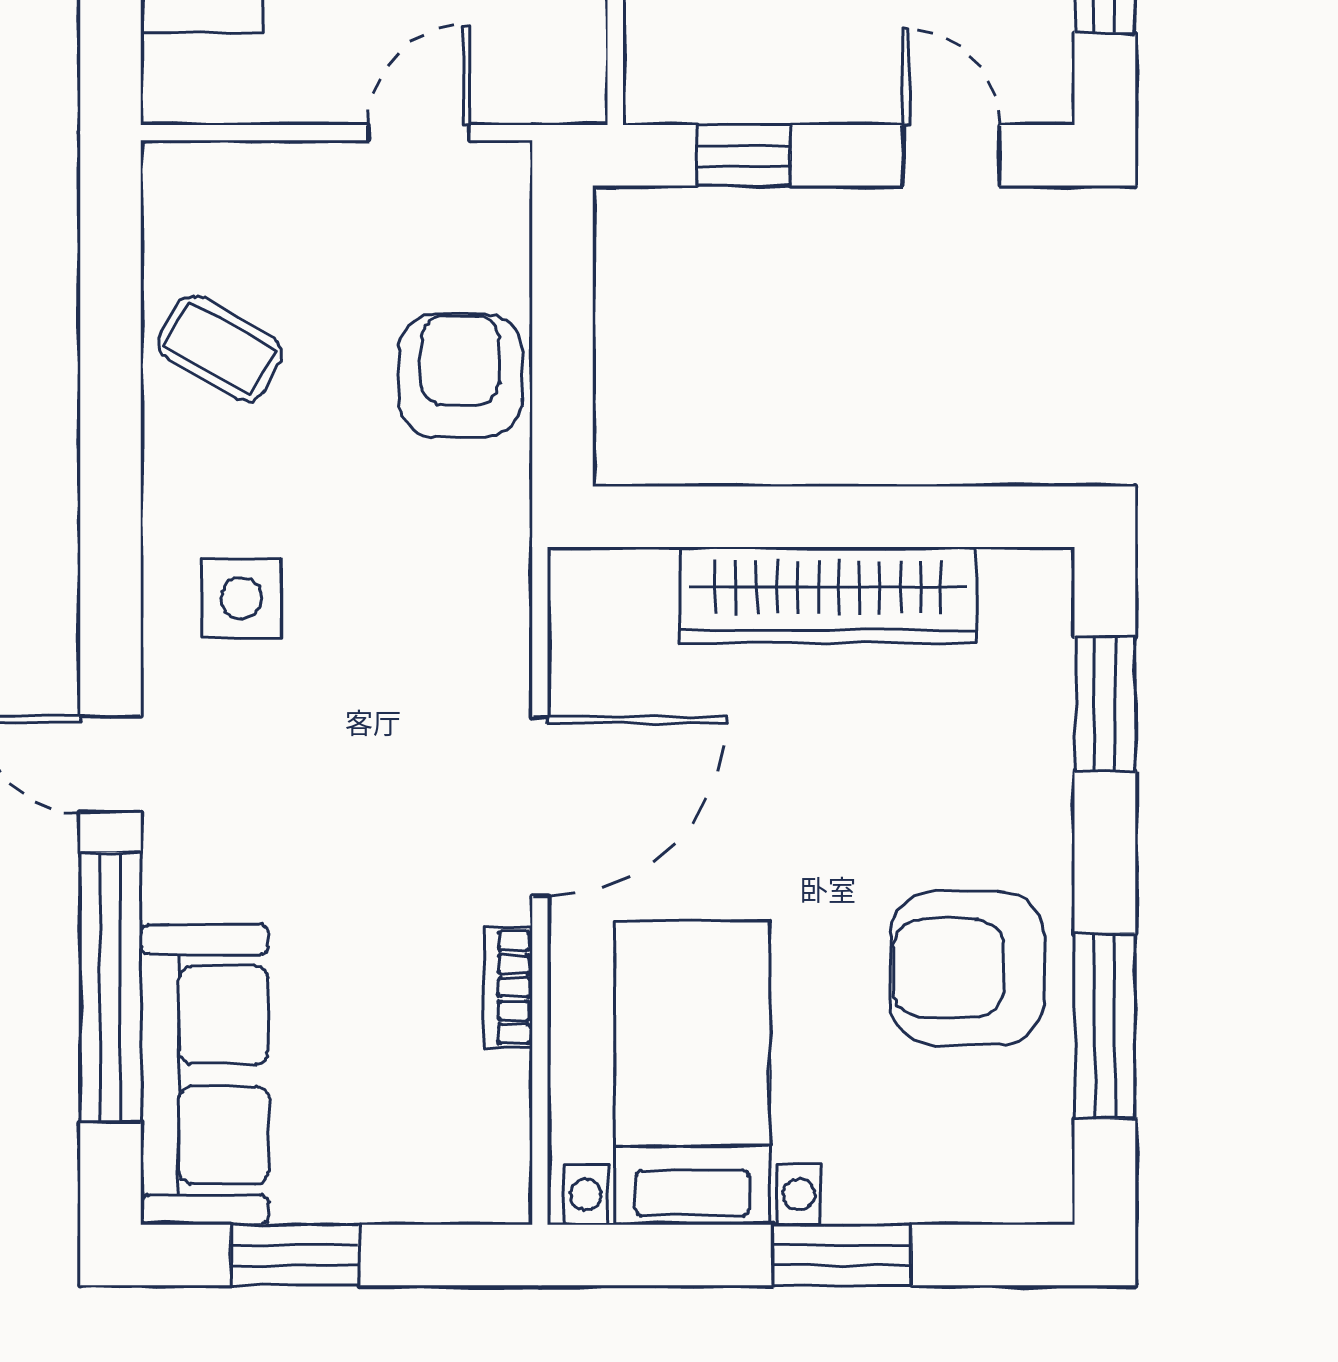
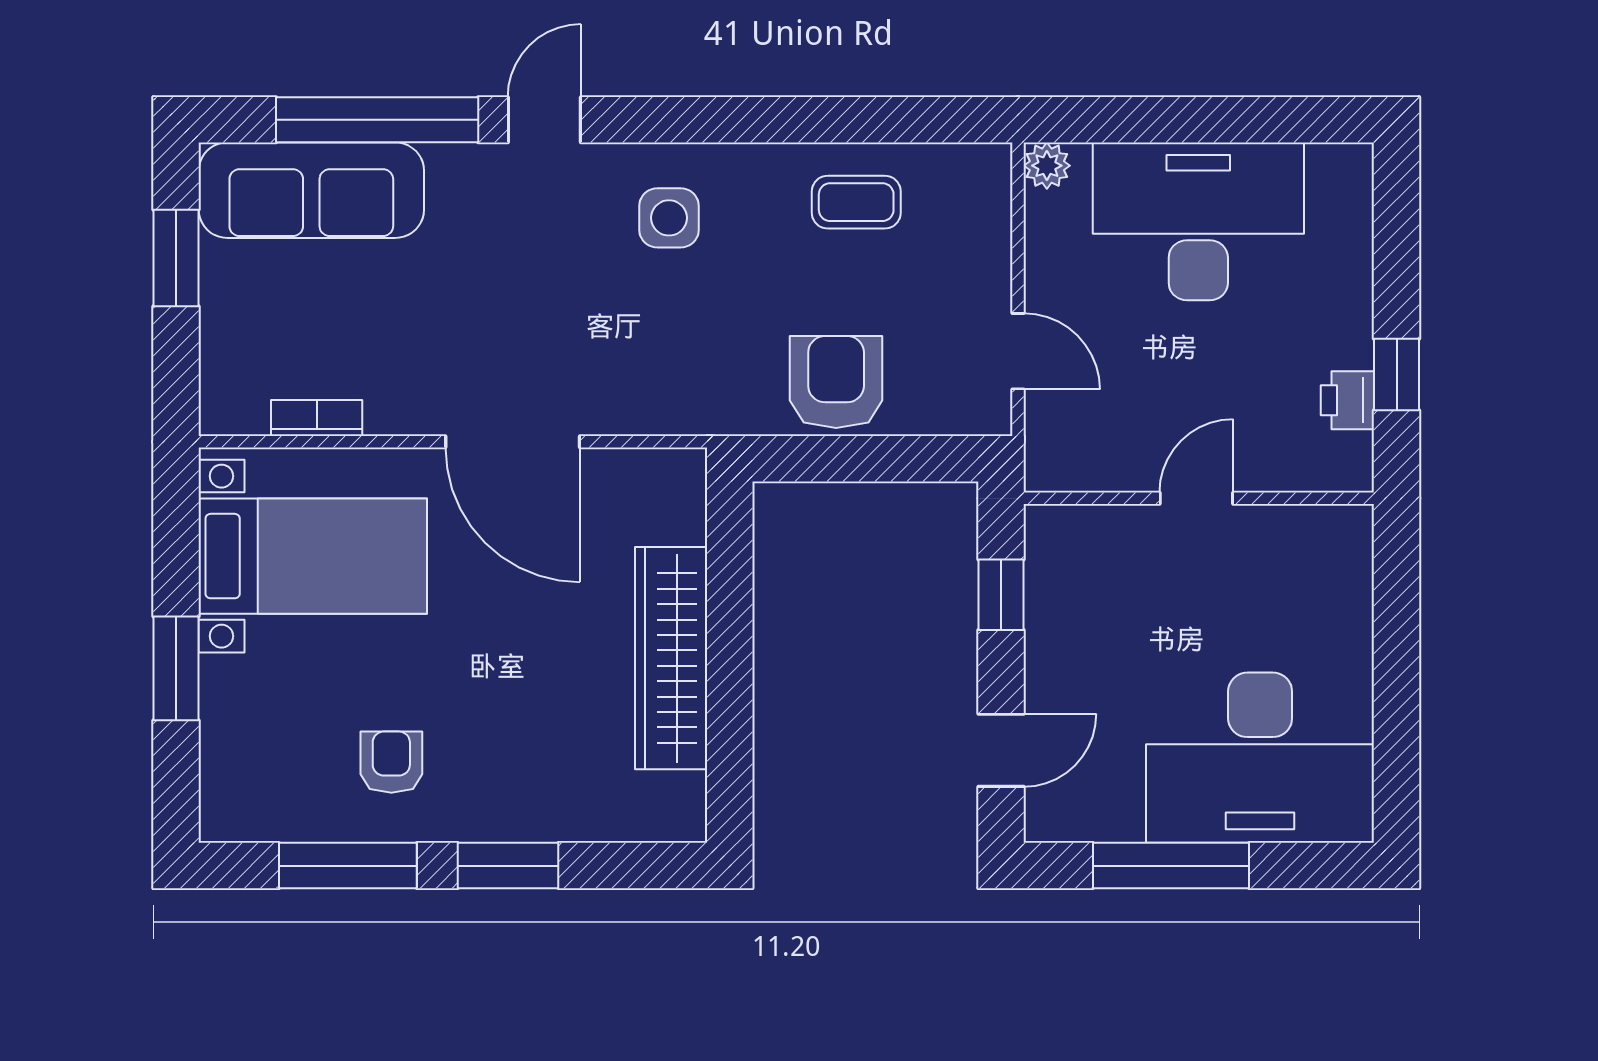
plant: (172, 94) -> (1047, 166), added
coffee table: (220, 348) -> (856, 202), turned 60
armchair: (460, 375) -> (836, 382), turned -90
window: (1105, 704) -> (508, 866), moved
armchair: (967, 968) -> (391, 762), width x0.53, depth x0.53
bookcase: (508, 987) -> (317, 418), moved

